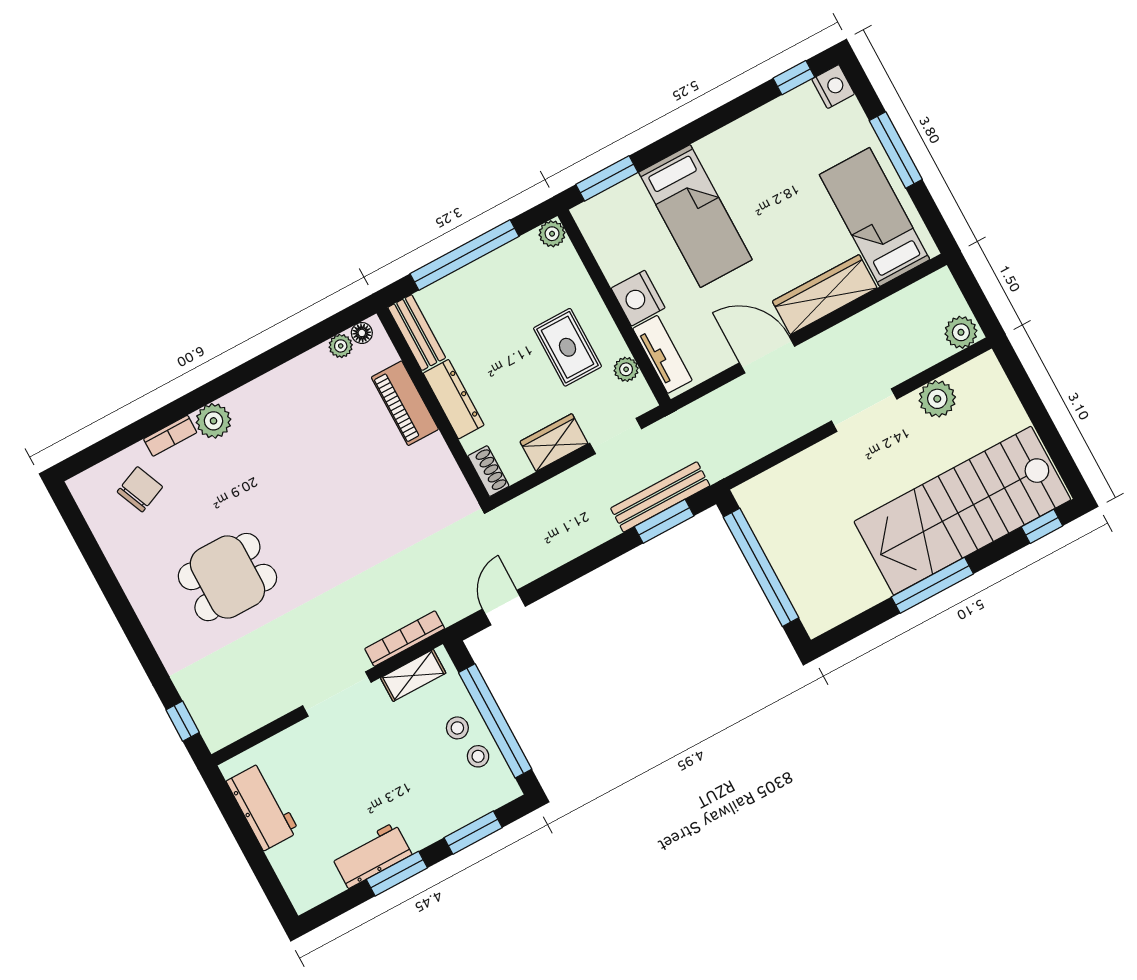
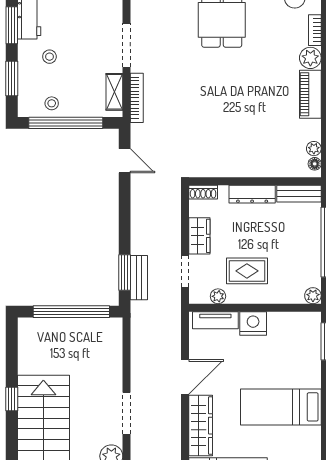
bed: (695, 216) -> (281, 407), moved
piano: (405, 403) -> (310, 94), moved, turned -90
bench: (660, 497) -> (139, 278), width x0.73
window: (932, 585) -> (12, 399), width x0.46
stool: (457, 728) -> (49, 57), moved

